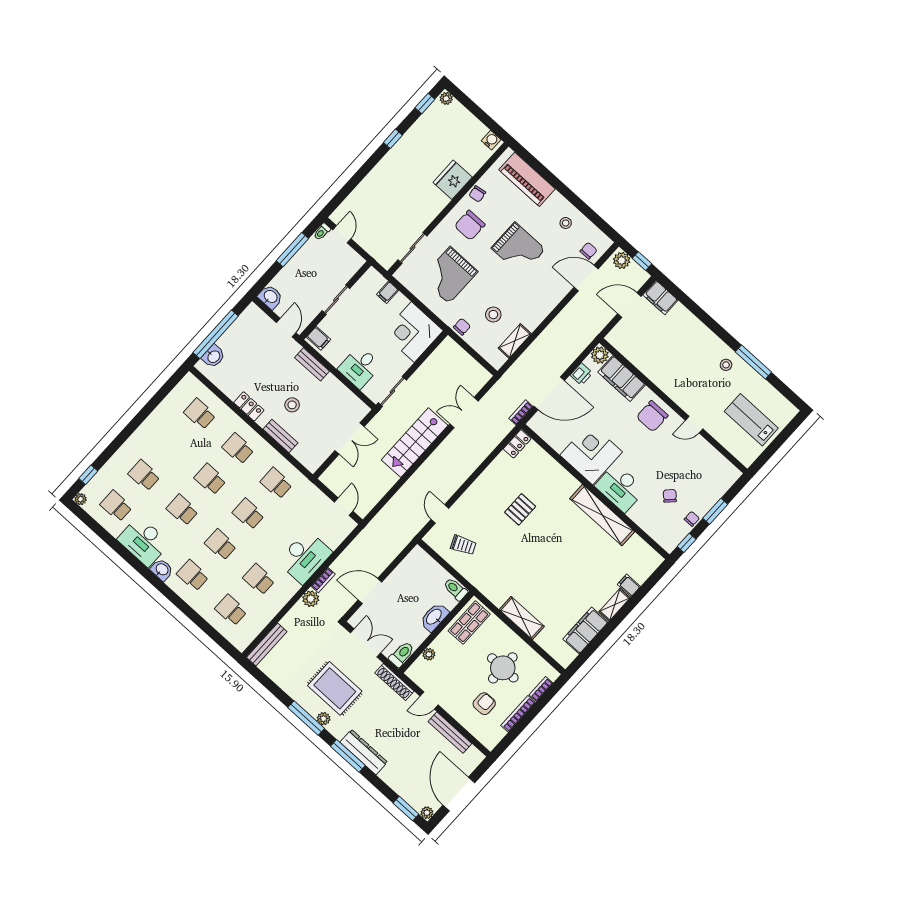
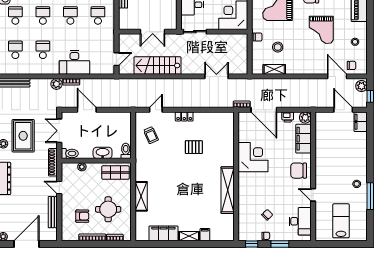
stairs: (415, 443) -> (158, 65), moved
locker: (517, 444) -> (184, 116), moved
desk: (620, 488) -> (300, 221), moved, turned 180
double door: (366, 643) -> (59, 131), swing flipped

